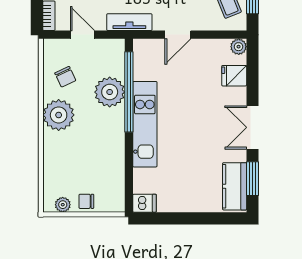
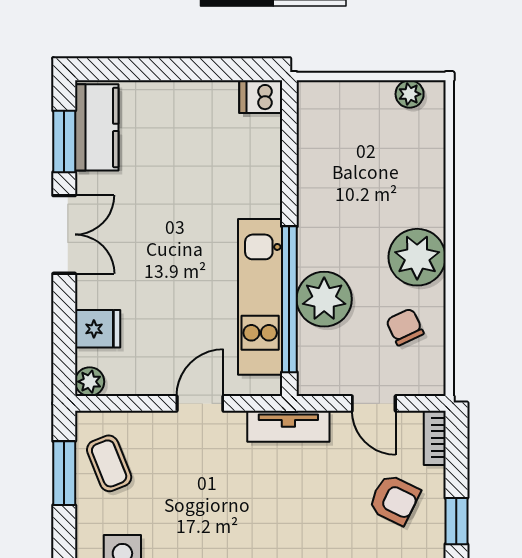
kitchen unit: (145, 124) -> (260, 297), moved
chair: (86, 201) -> (367, 100), removed

